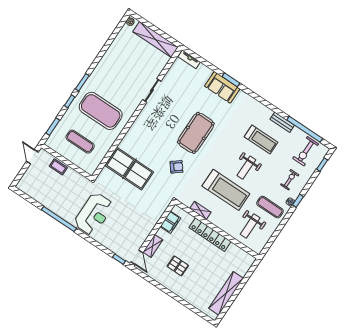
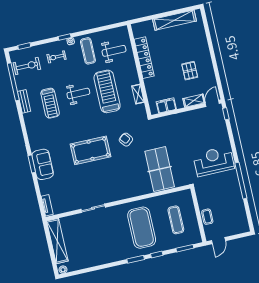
treadmill: (261, 140) -> (50, 103), turned 180
locker: (210, 235) -> (144, 58), moved

